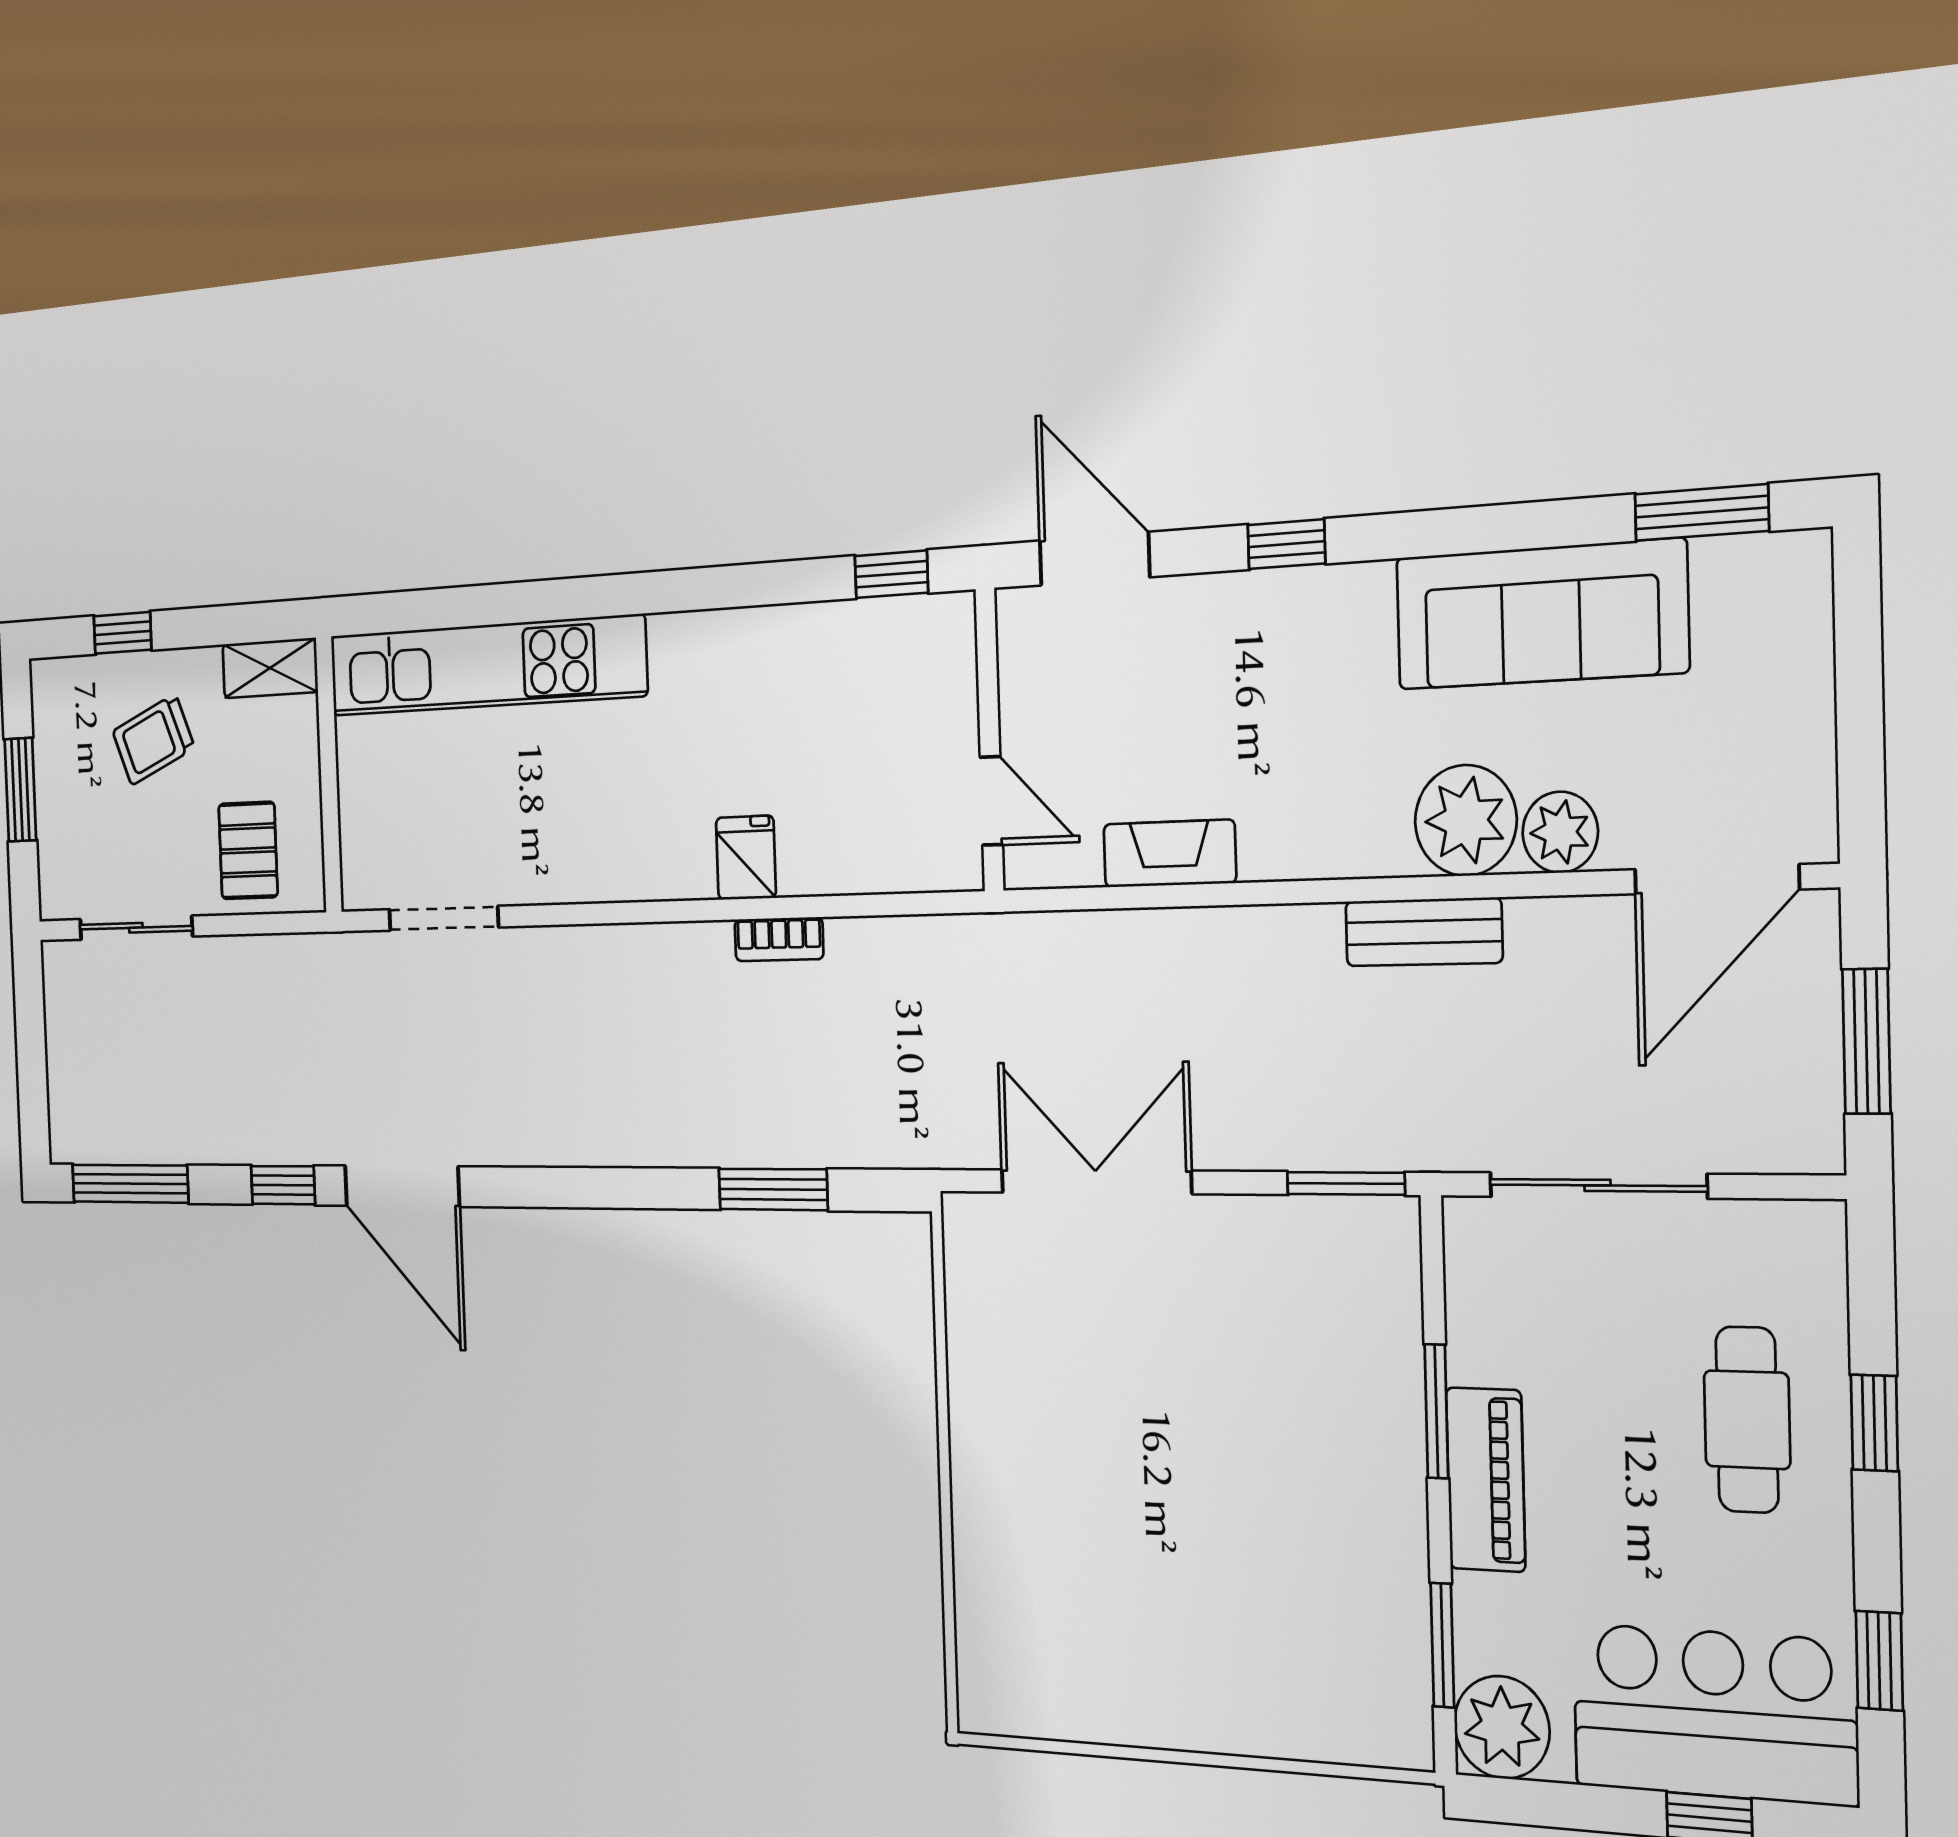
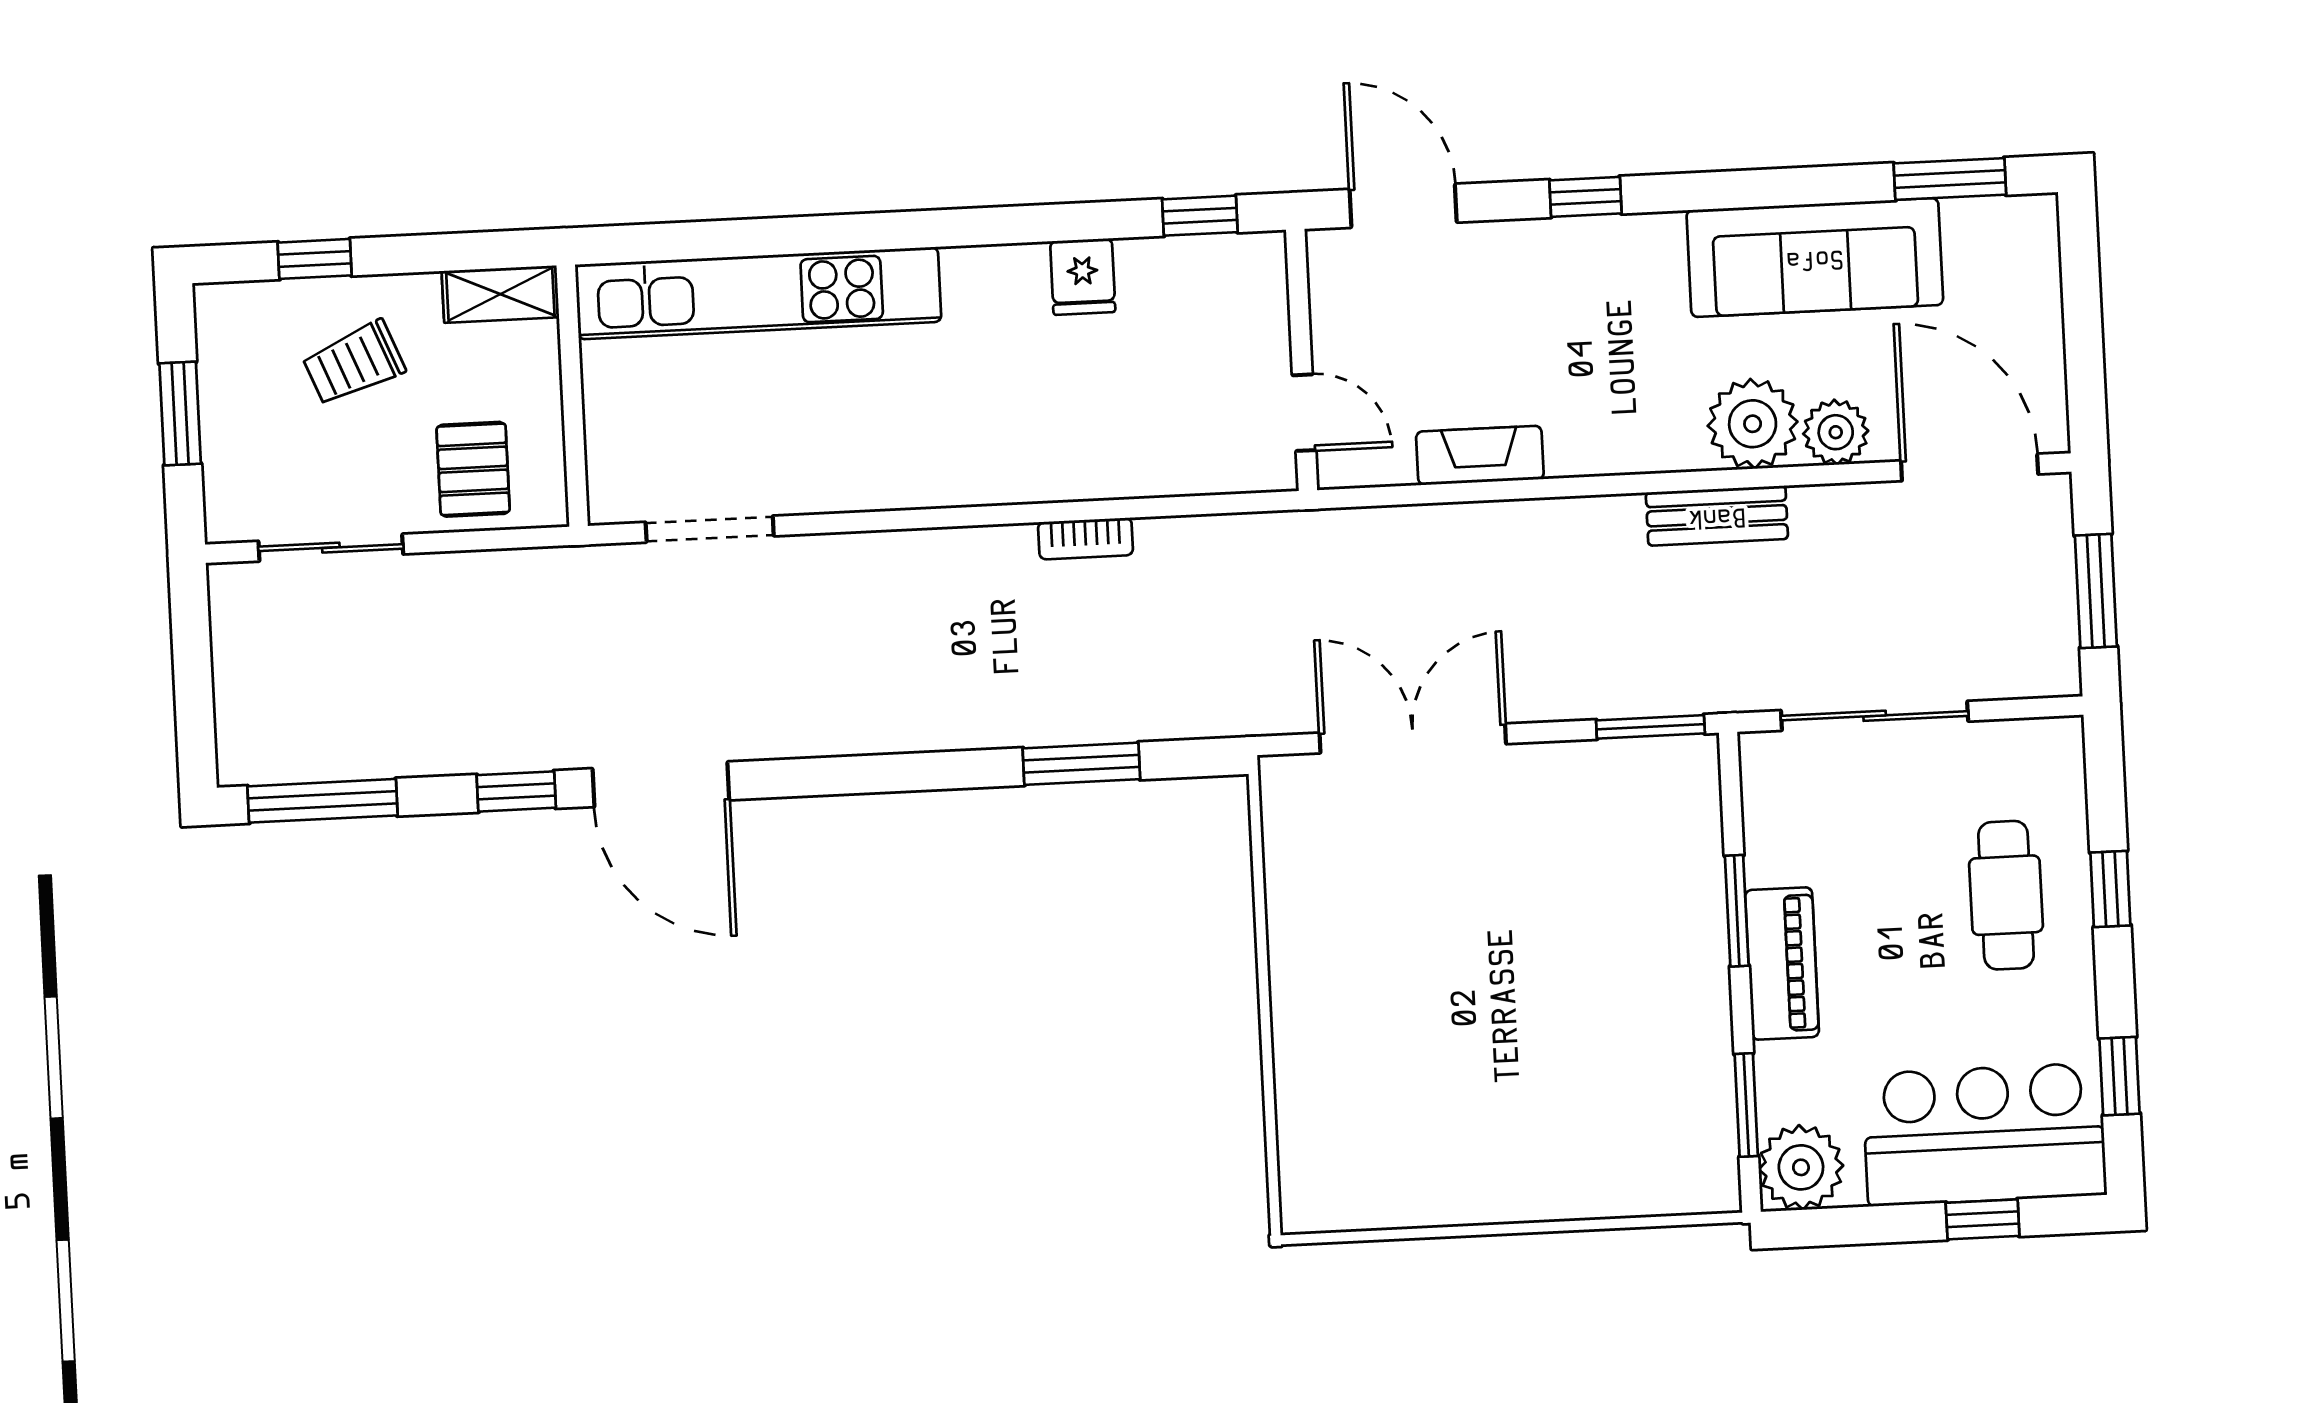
fridge: (746, 858) -> (1083, 277), moved, turned 180
door: (1717, 879) -> (1970, 467), swing flipped

